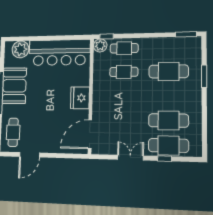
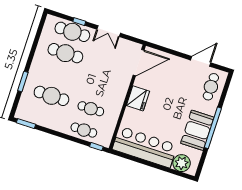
plant: (100, 45) -> (105, 140), removed

